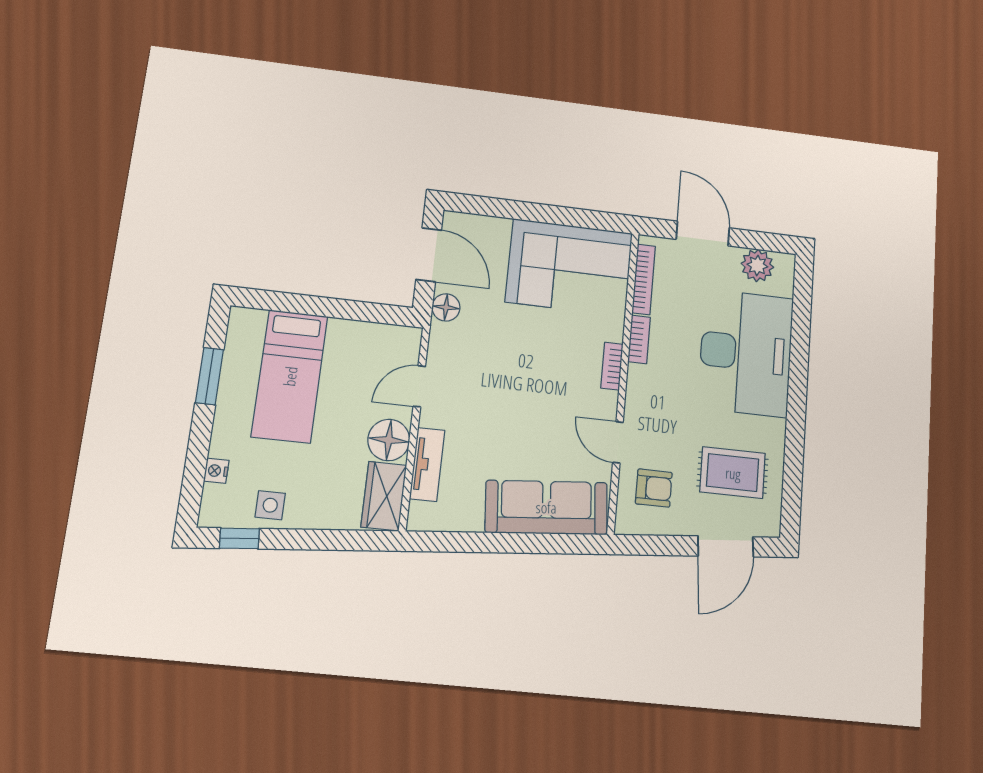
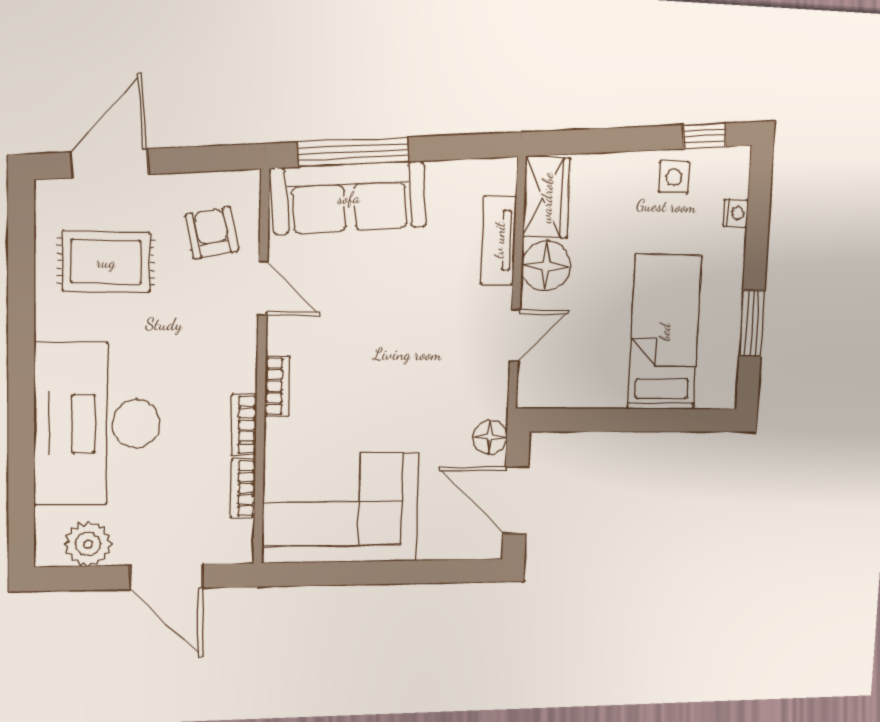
bookcase: (644, 279) -> (243, 488), width x0.64
armchair: (654, 488) -> (212, 233), turned 78
window: (541, 543) -> (353, 152), added

